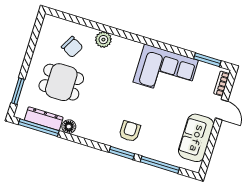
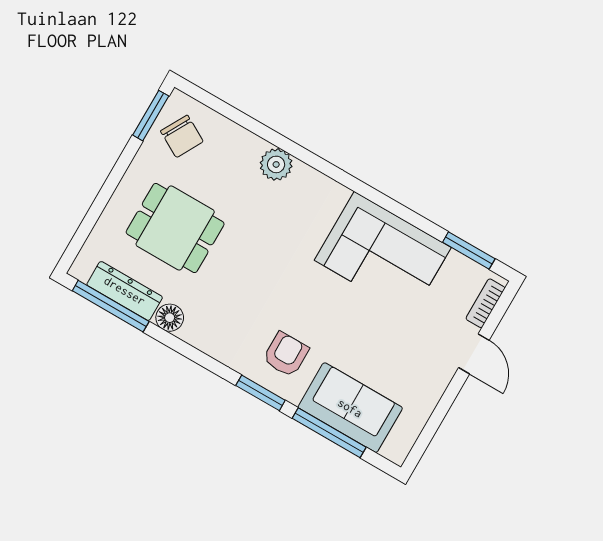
chair: (72, 47) -> (182, 136), moved
window: (18, 91) -> (151, 116), moved
sofa: (196, 138) -> (350, 408), moved, turned 90

